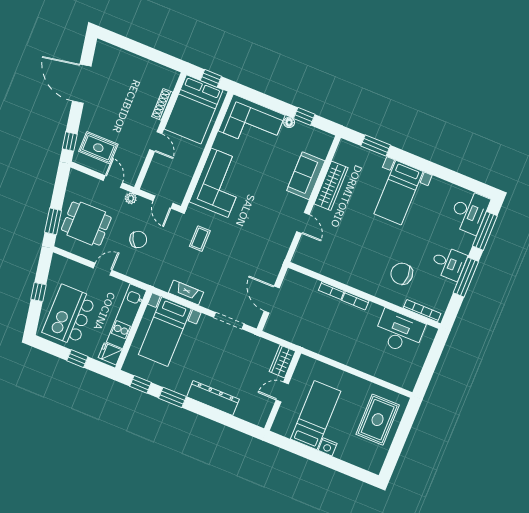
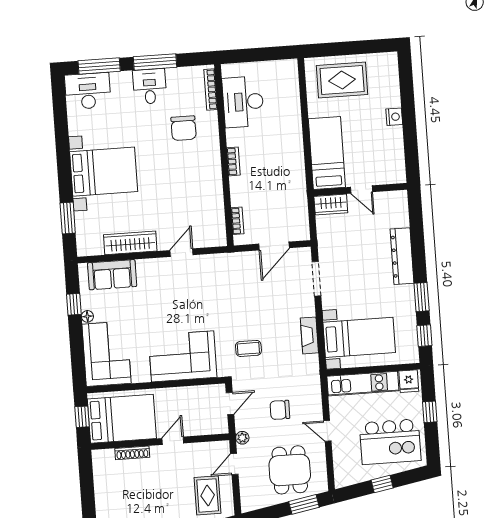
sofa: (306, 176) -> (112, 275), moved
bed with nightstands: (399, 193) -> (104, 172), width x1.36
chair: (138, 239) -> (280, 410), turned -60
bookcase: (331, 290) -> (237, 221), moved
bed: (316, 415) -> (327, 153), moved, turned 90

